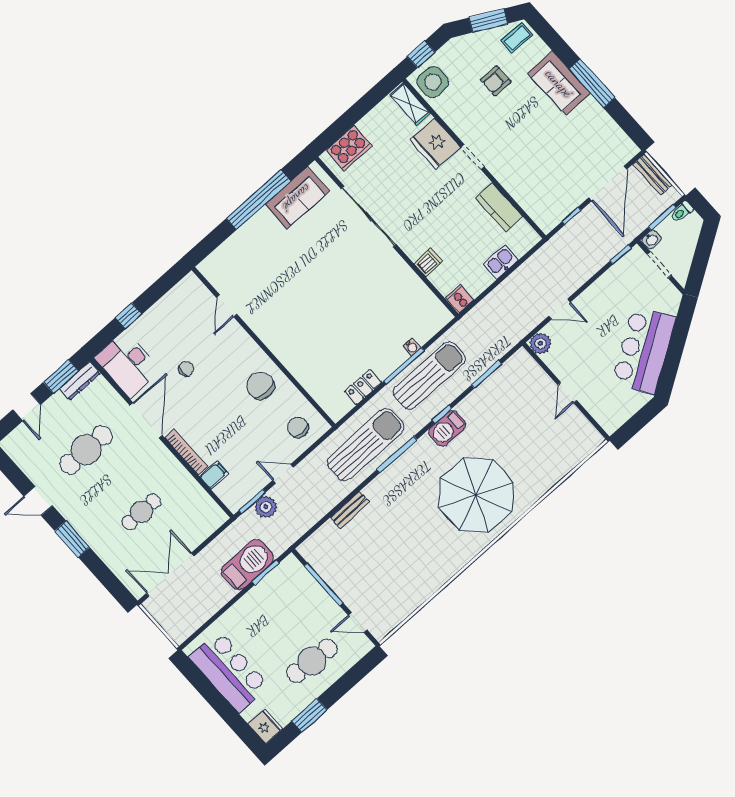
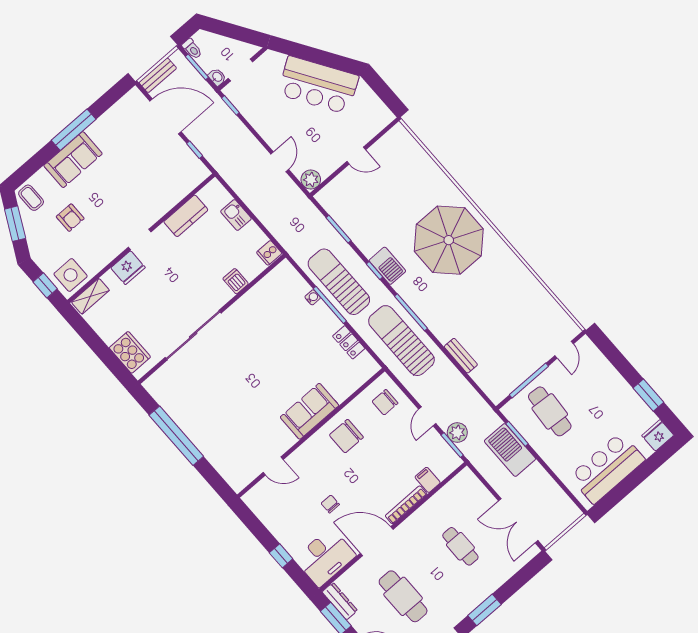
fridge: (435, 144) -> (128, 268), width x0.73, depth x0.75
sofa: (297, 198) -> (310, 411), moved, turned -90
cafe table: (312, 661) -> (550, 411), moved

